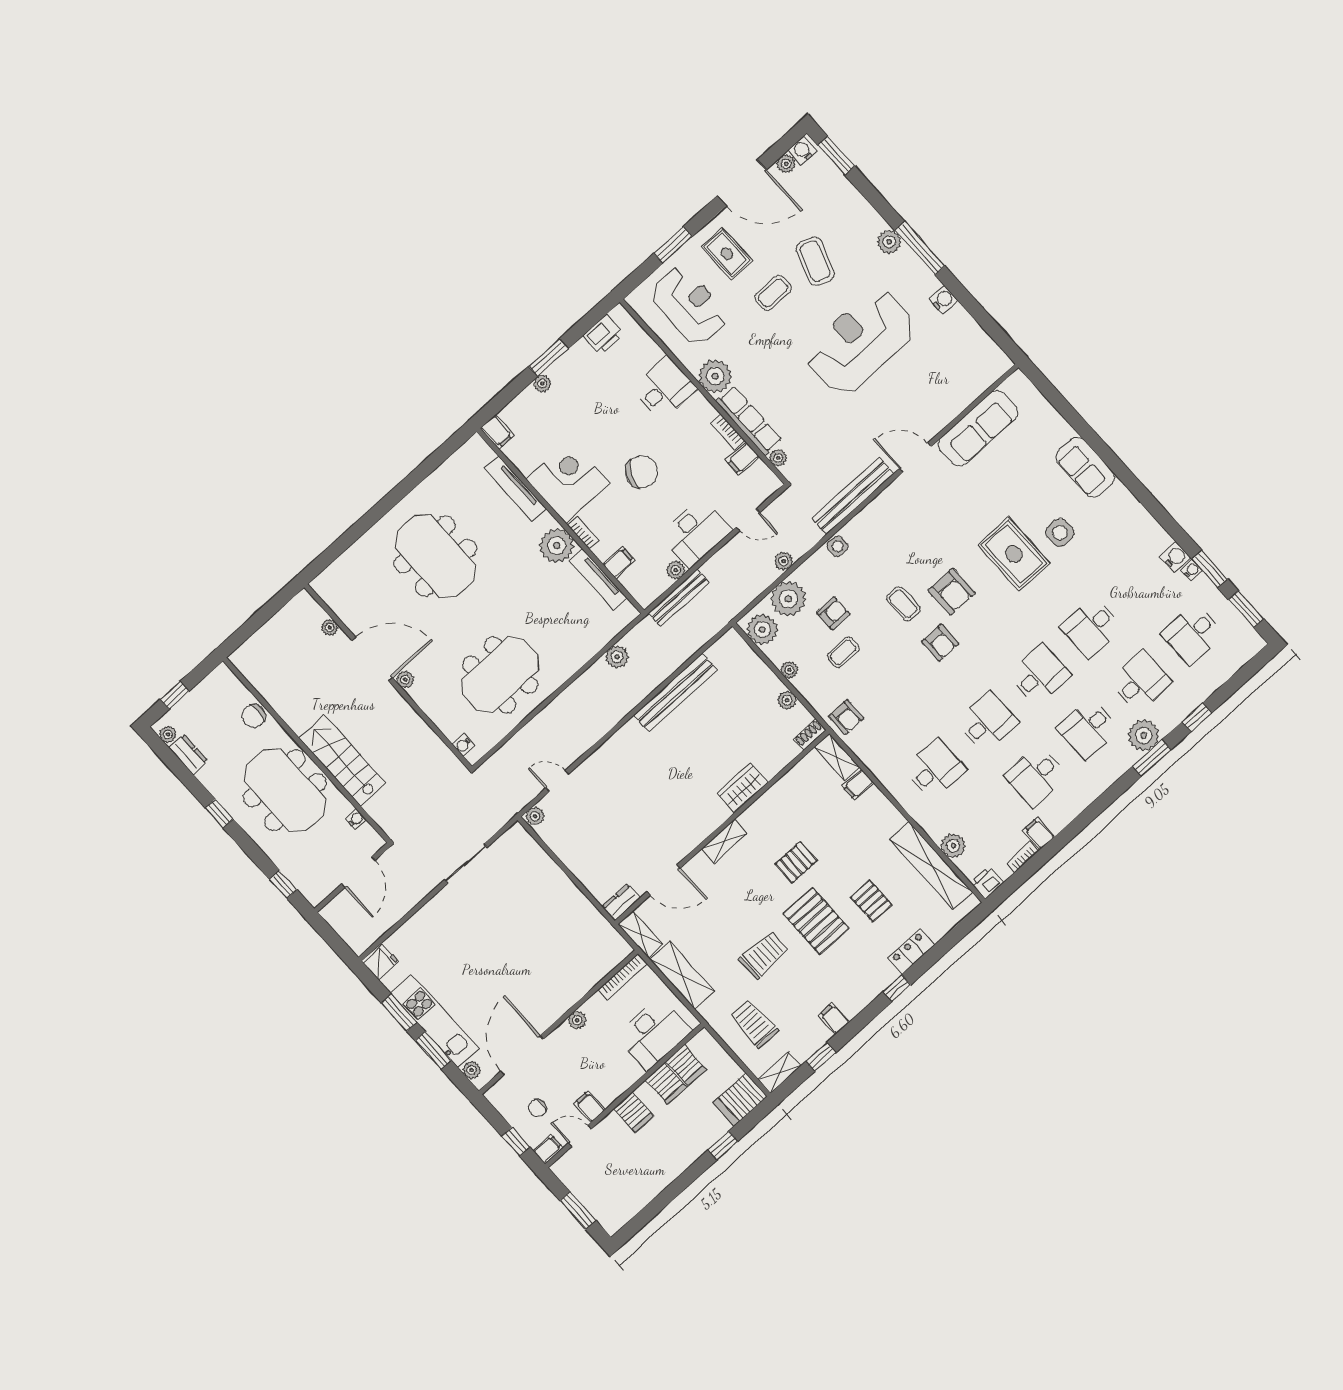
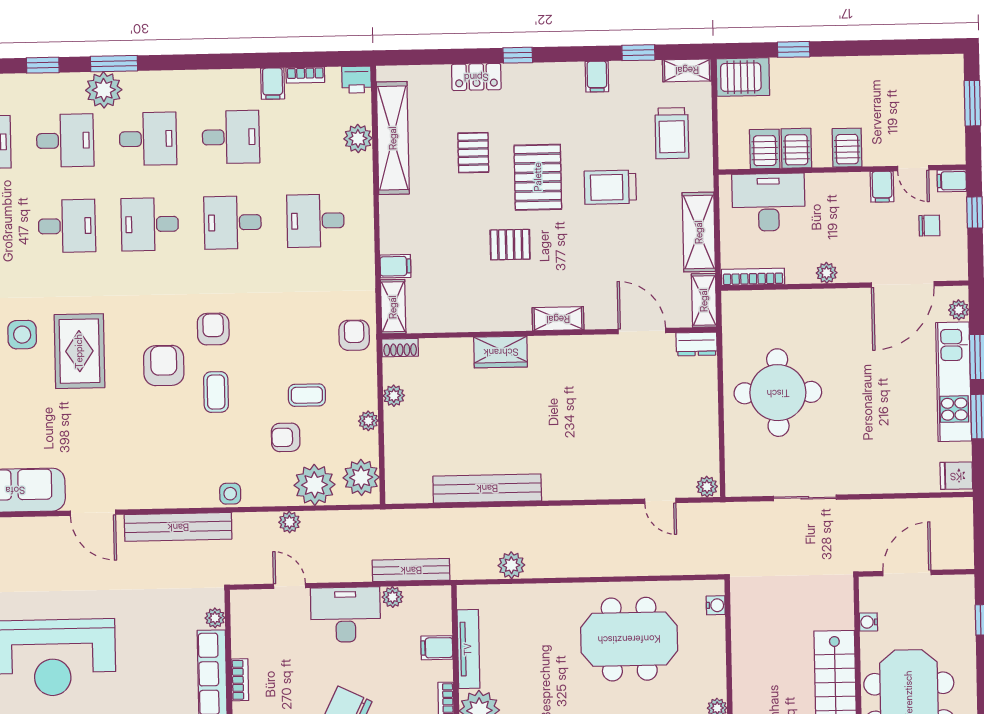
filing cabinet: (743, 459) -> (247, 645), removed
desk: (1140, 681) -> (65, 141), turned 180
round table: (542, 916) -> (778, 393), added

